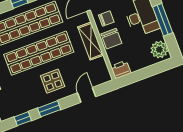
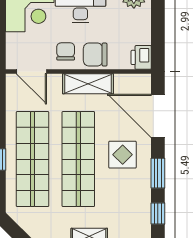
chair: (111, 39) -> (95, 55), turned 180
door: (87, 95) -> (158, 116), width x1.88

